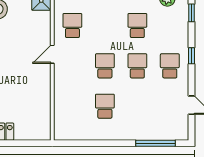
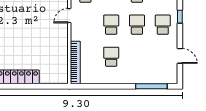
bookcase: (60, 113) -> (75, 63), added

